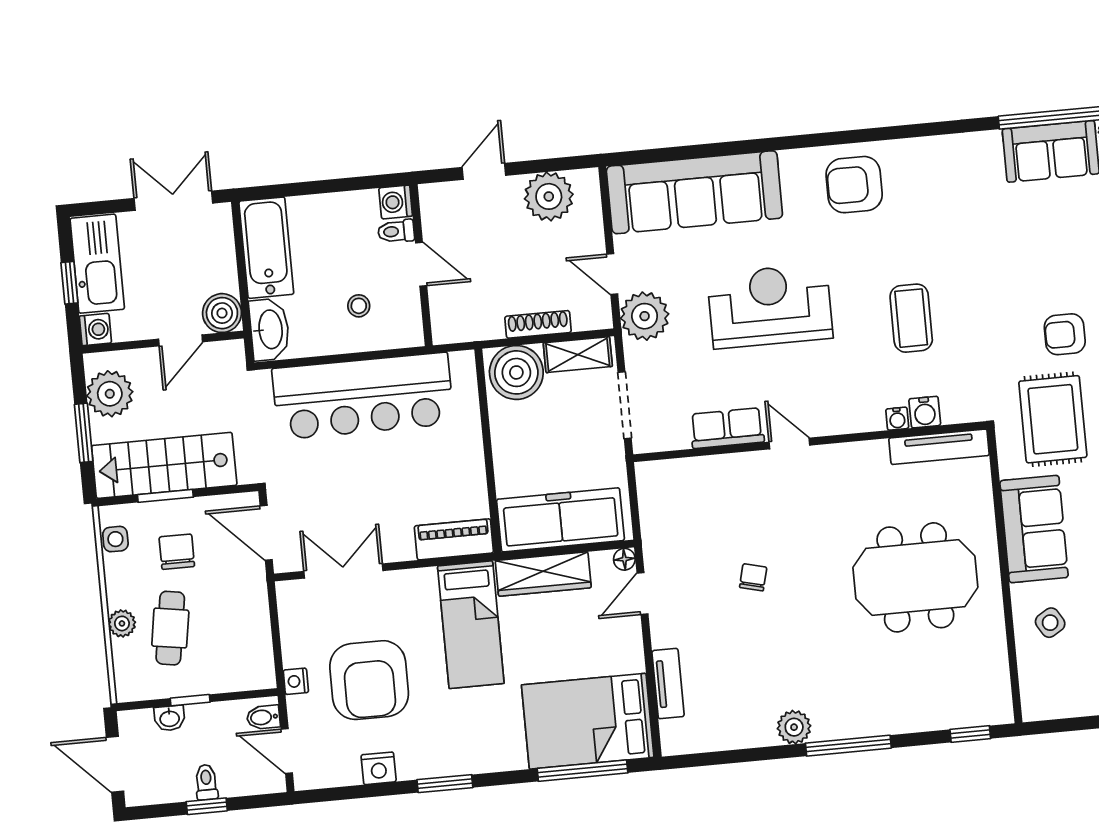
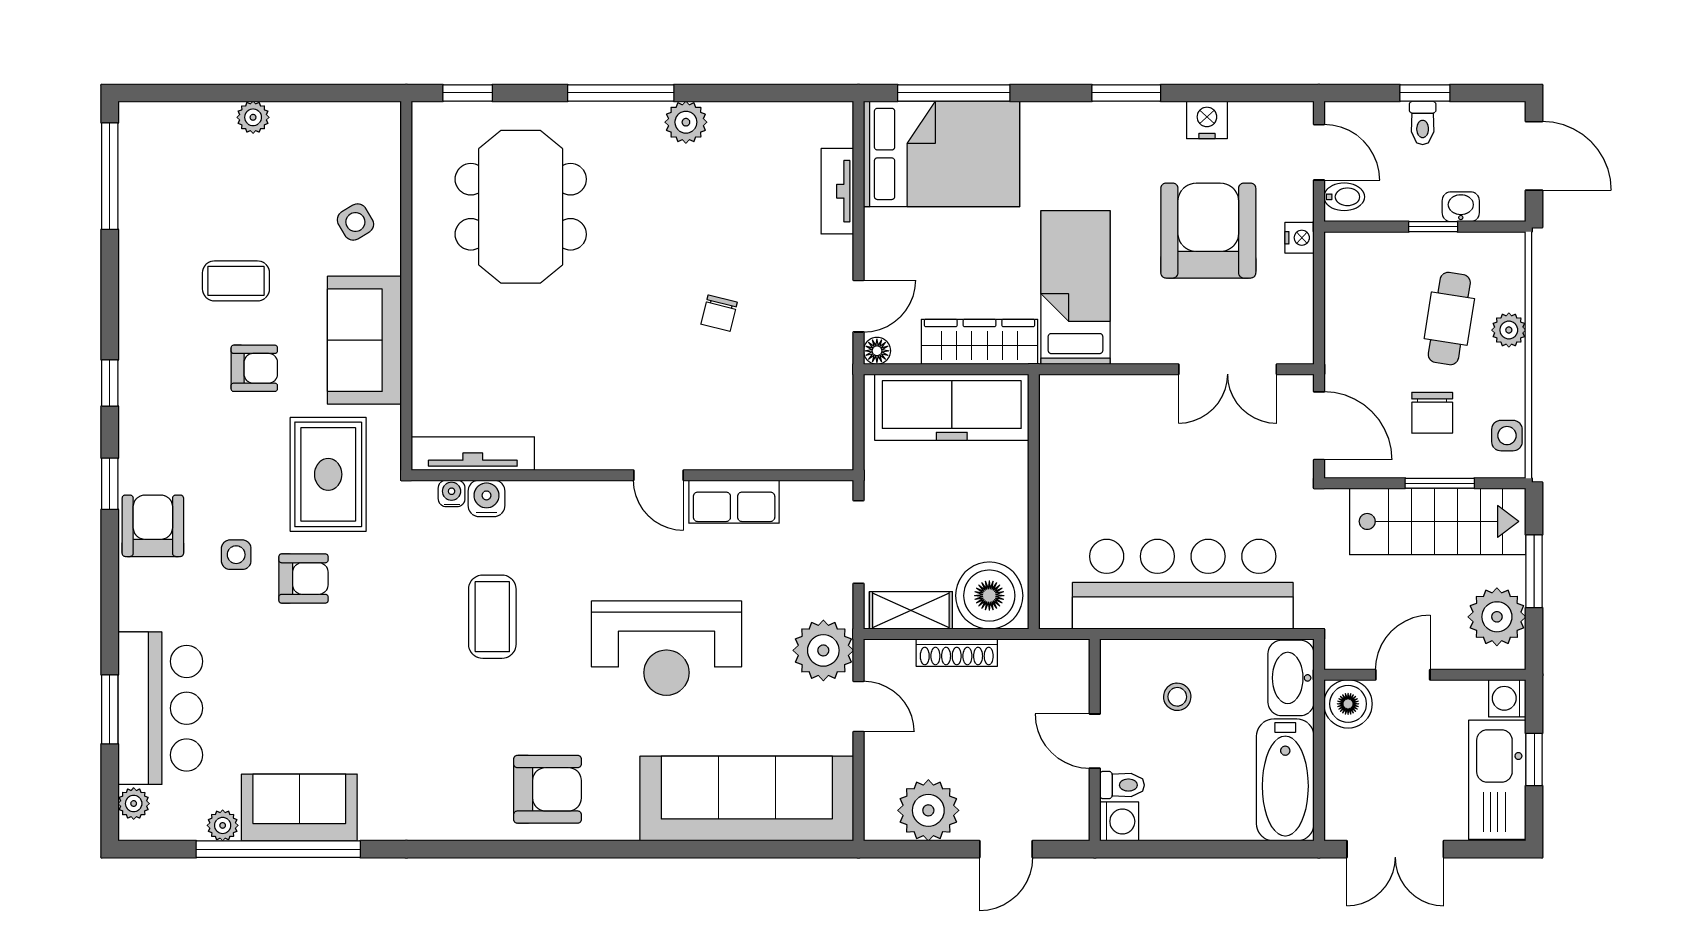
water cooler: (897, 419) -> (452, 493), moved
piano: (454, 539) -> (1086, 395), removed
meeting table: (915, 577) -> (521, 207), moved, turned 90

